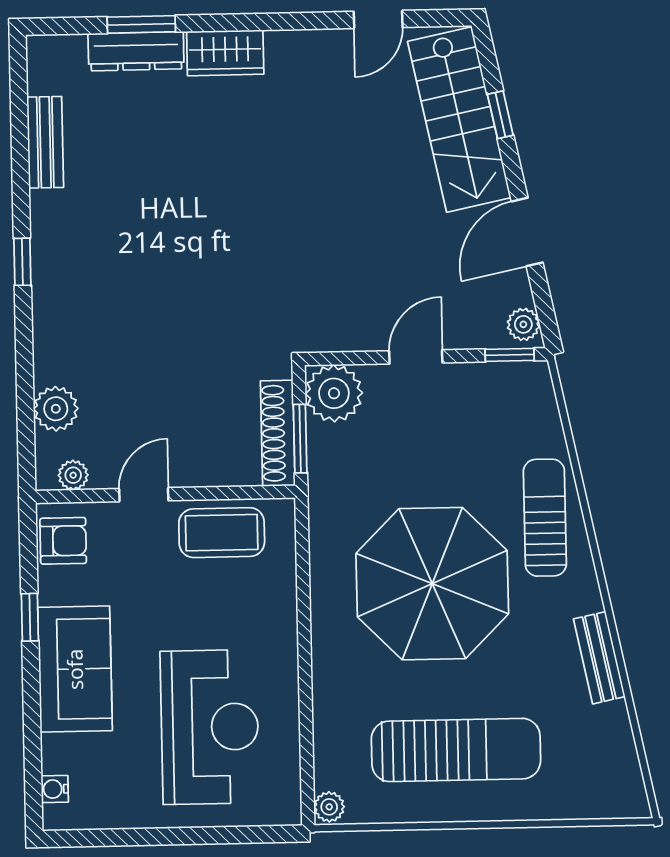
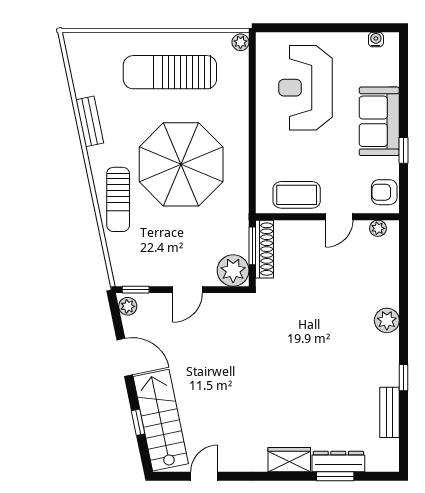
door: (527, 232) -> (125, 357), hinge flipped
window: (22, 262) -> (404, 378), moved
plant: (56, 409) -> (387, 320), moved
water cooler: (55, 789) -> (376, 40), moved, turned -90

